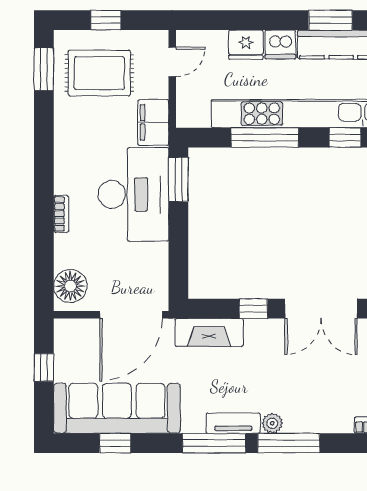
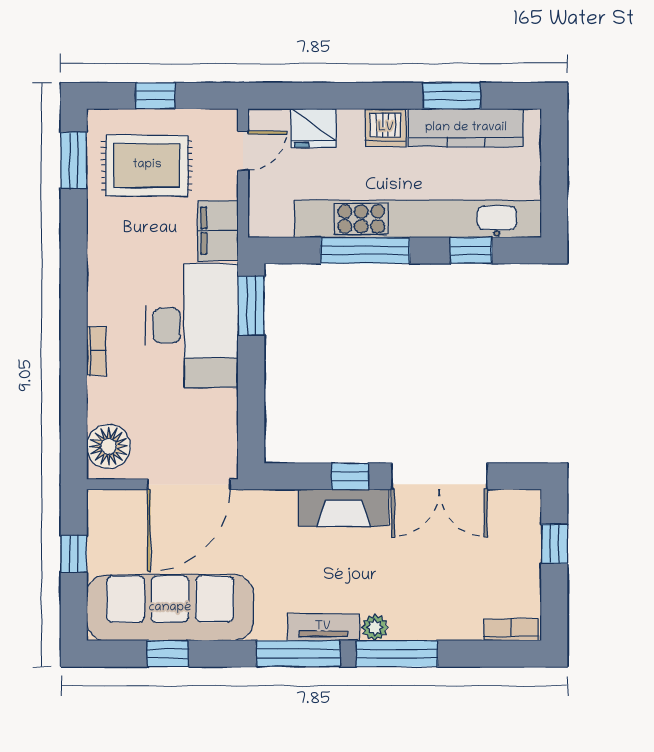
fridge: (246, 45) -> (314, 128), moved
fireplace: (209, 332) -> (343, 508), moved

